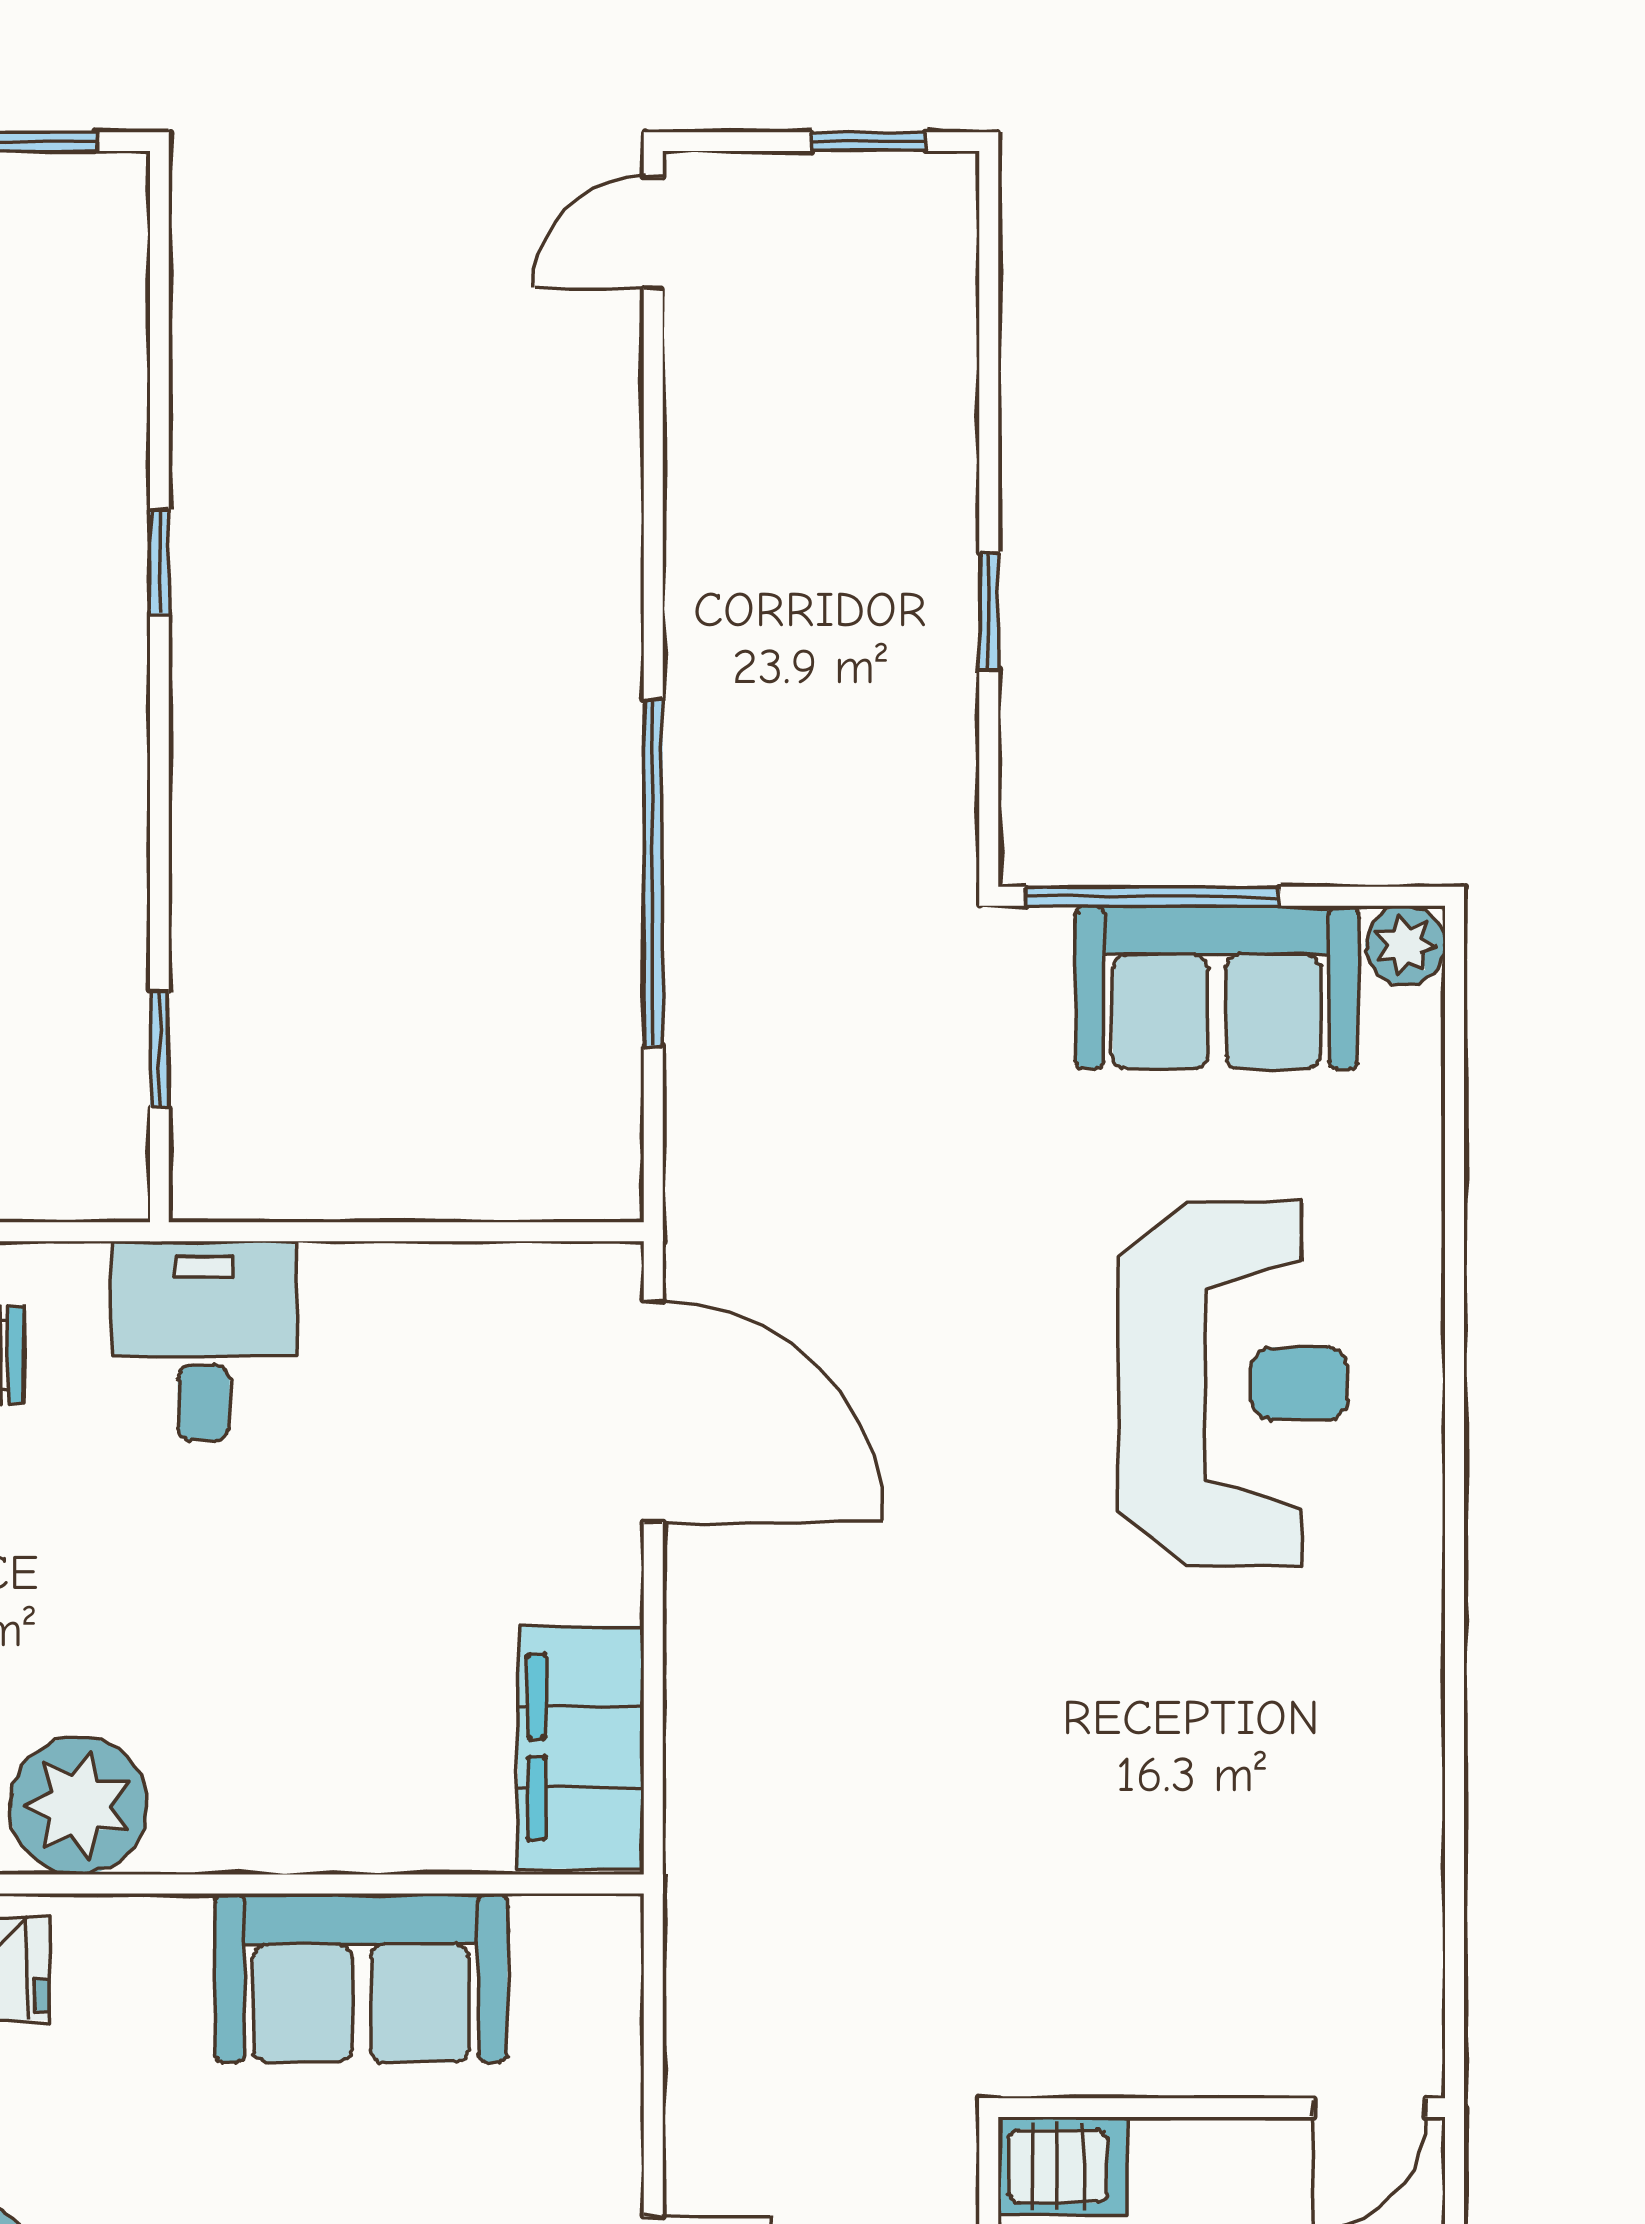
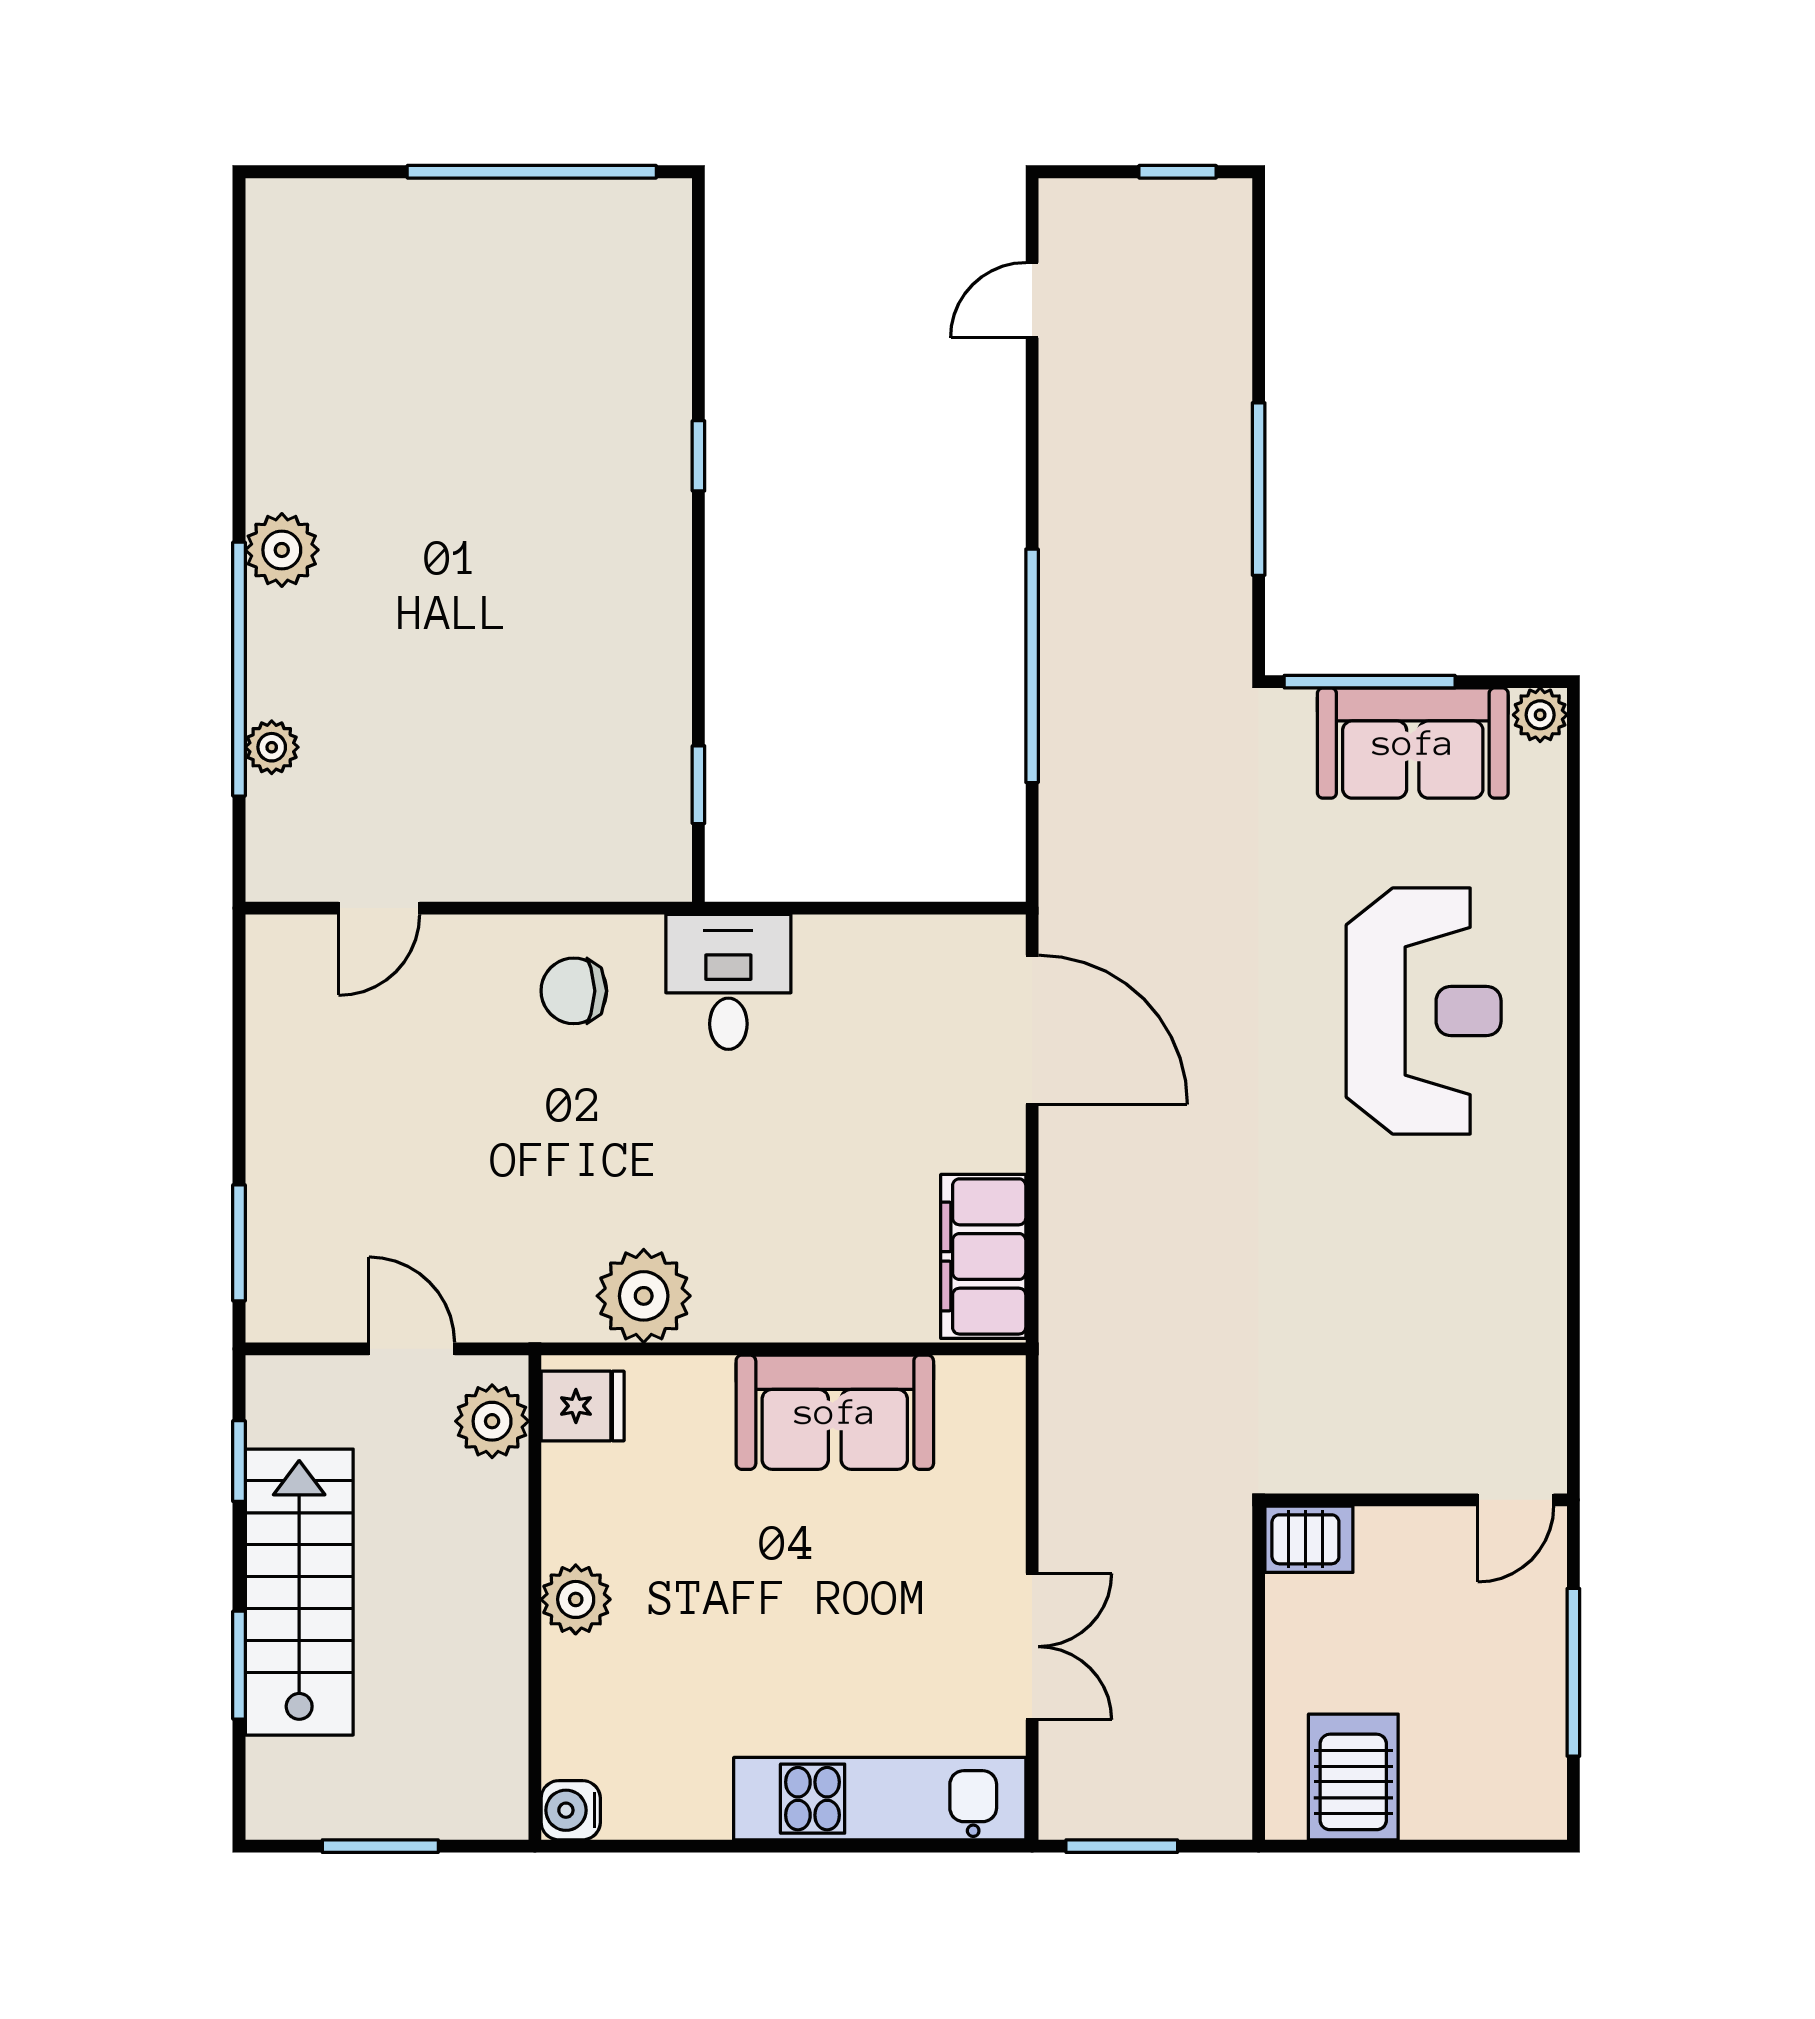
door: (653, 233) -> (1032, 300), moved
window: (989, 611) -> (1259, 489), width x2.17

